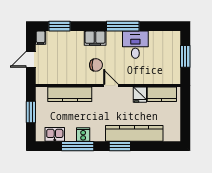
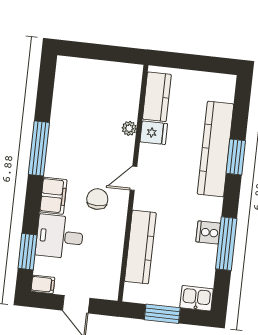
desk: (135, 45) -> (60, 237), moved
window: (185, 56) -> (99, 52), removed
plant: (141, 80) -> (129, 128), added
kitchen sink: (55, 134) -> (197, 298), moved, turned 90
window: (120, 146) -> (236, 157), moved

